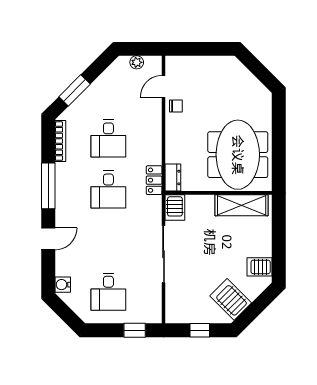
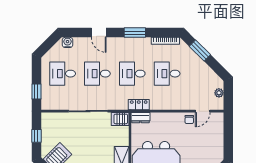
door: (164, 86) -> (203, 111), swing flipped
window: (48, 186) -> (135, 33), width x0.69
desk: (108, 241) -> (97, 74), added

